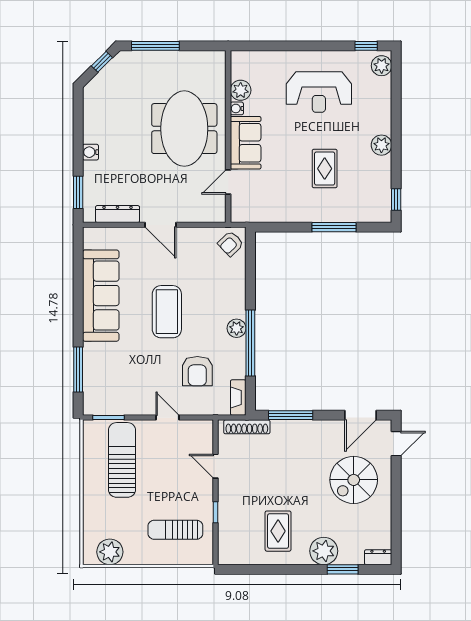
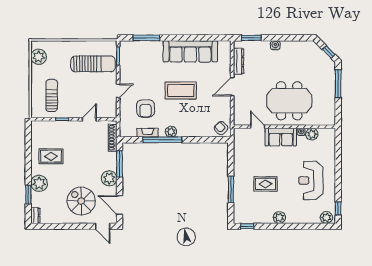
armchair: (197, 371) -> (146, 108), turned -92
fireplace: (238, 397) -> (148, 133), moved
plant: (315, 433) -> (109, 178), added

